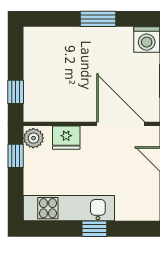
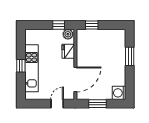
window: (98, 19) -> (130, 56), moved
kitchen unit: (69, 208) -> (32, 68), moved

